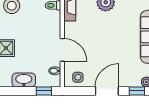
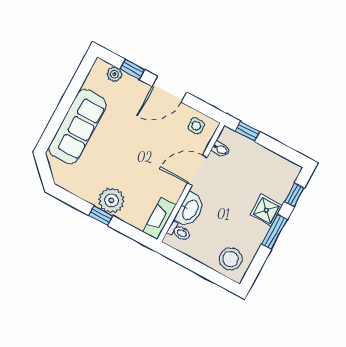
door: (62, 50) -> (197, 170), hinge flipped
washbasin: (24, 80) -> (190, 210), moved, turned -90

